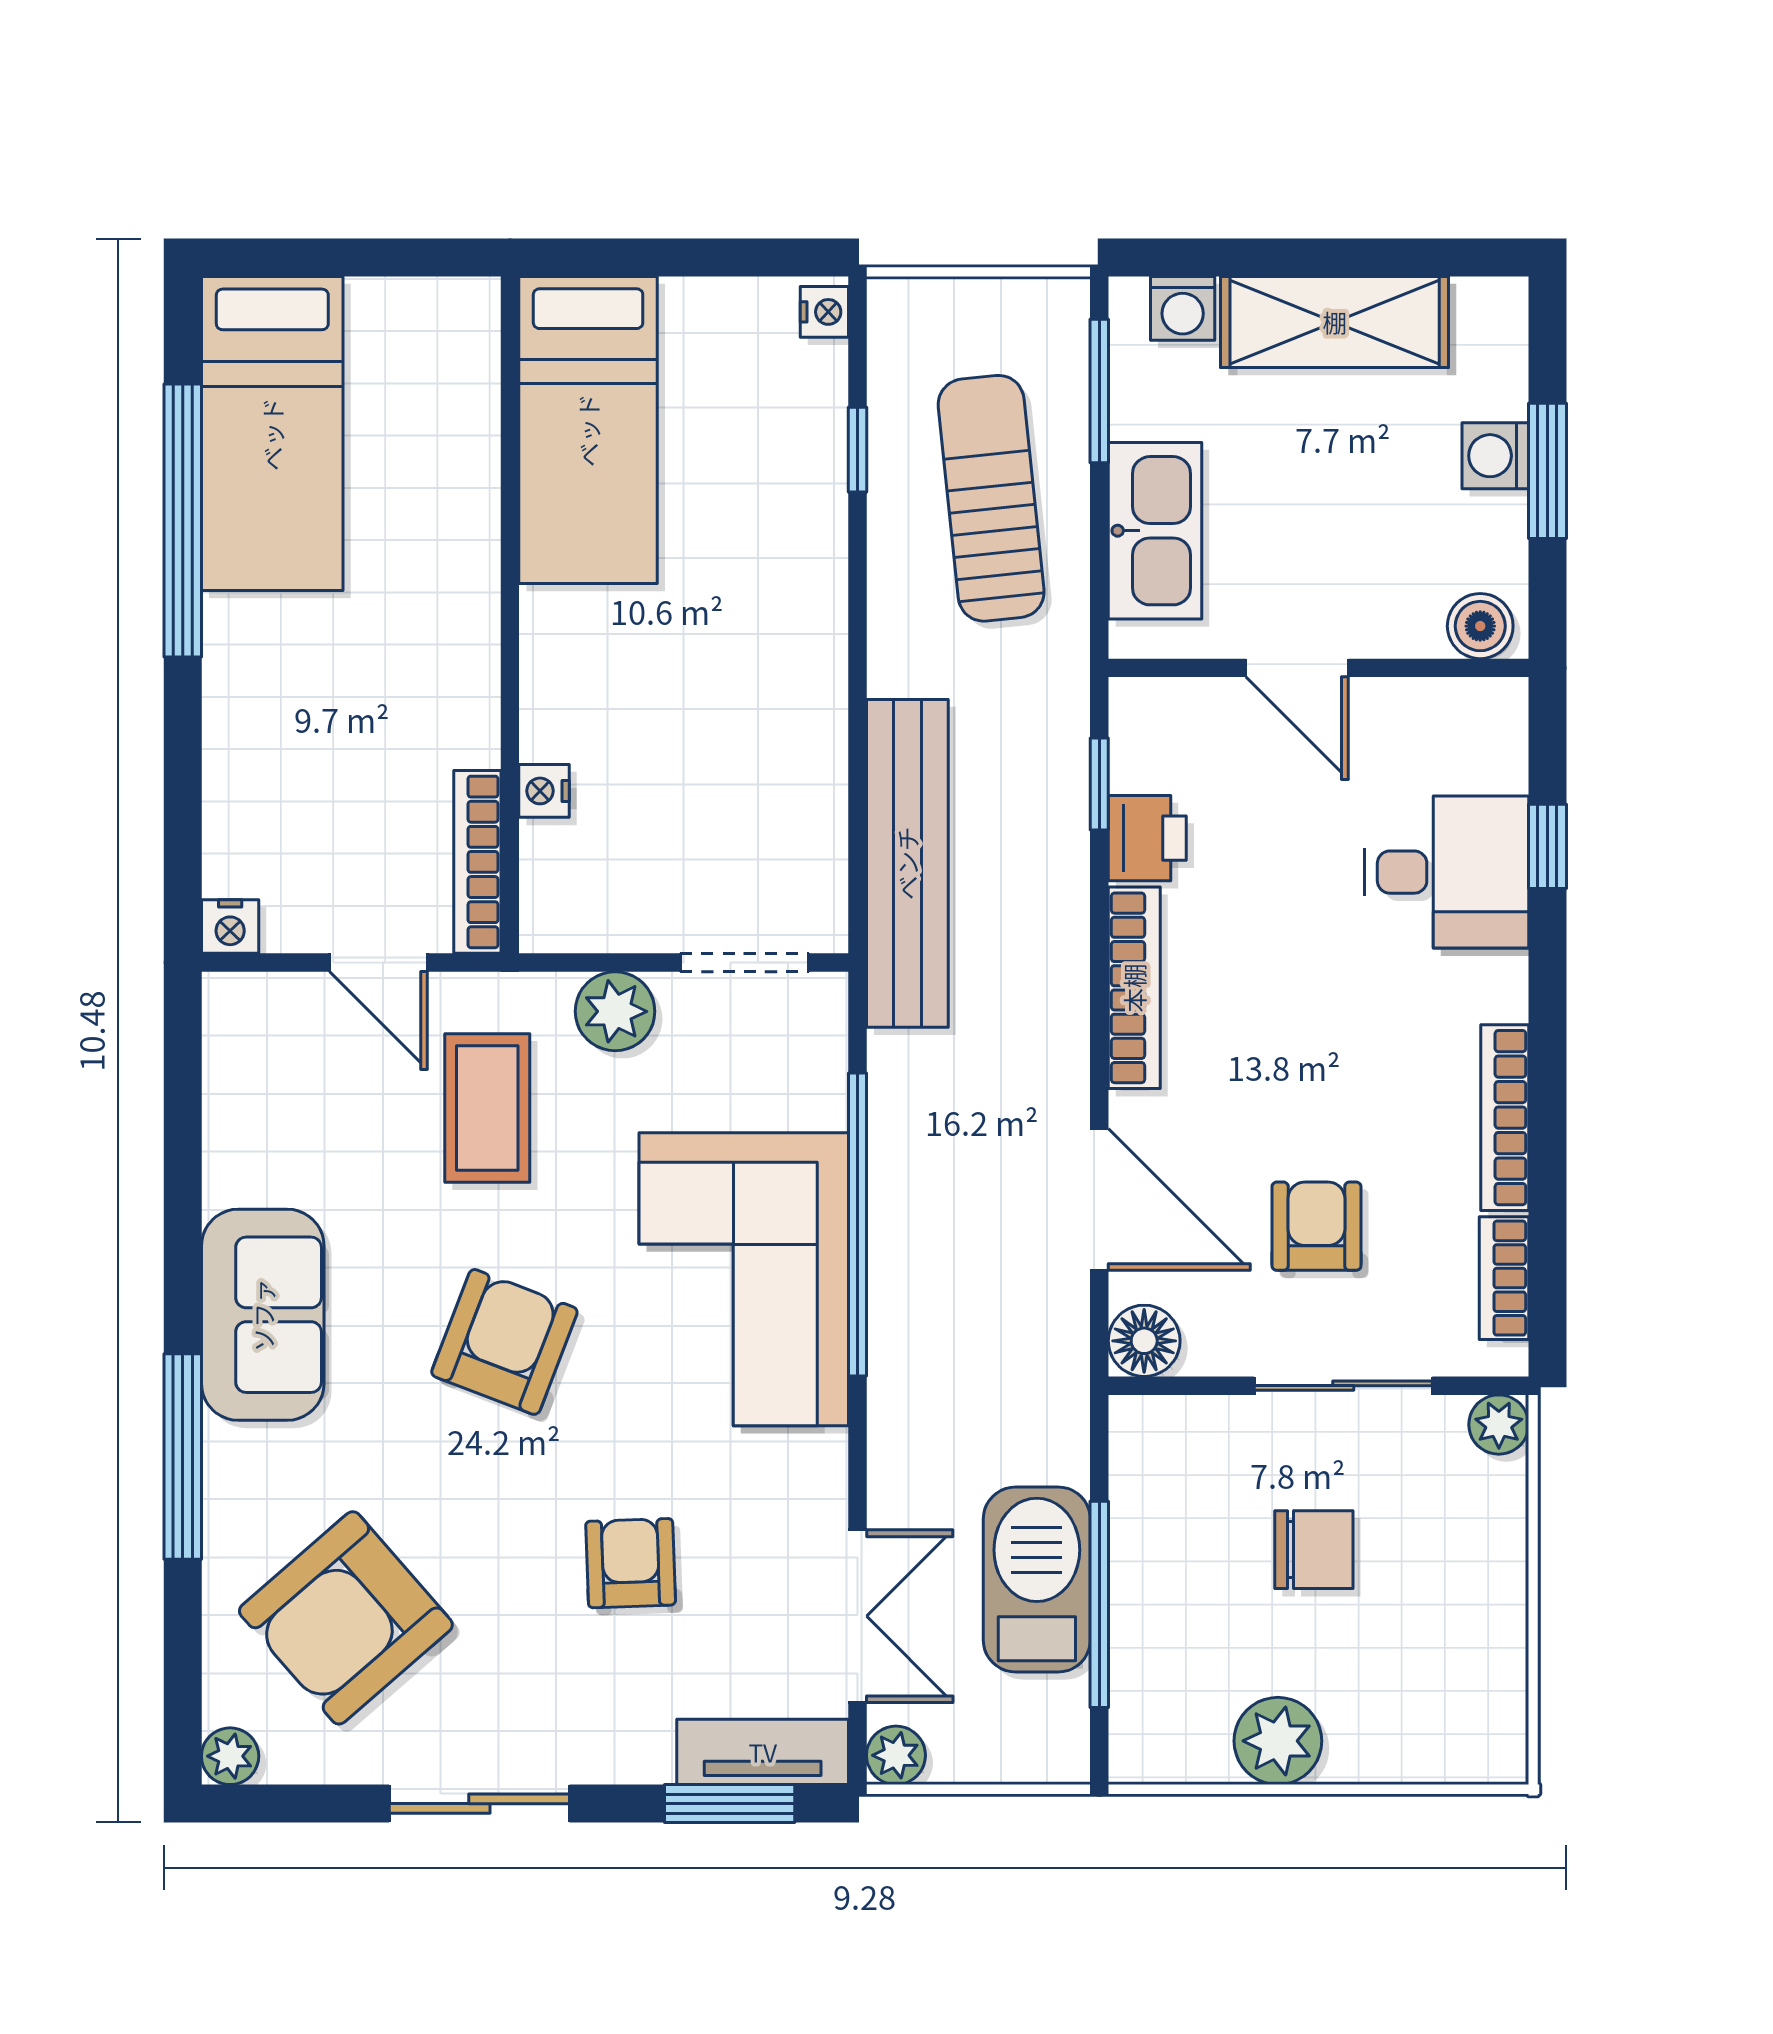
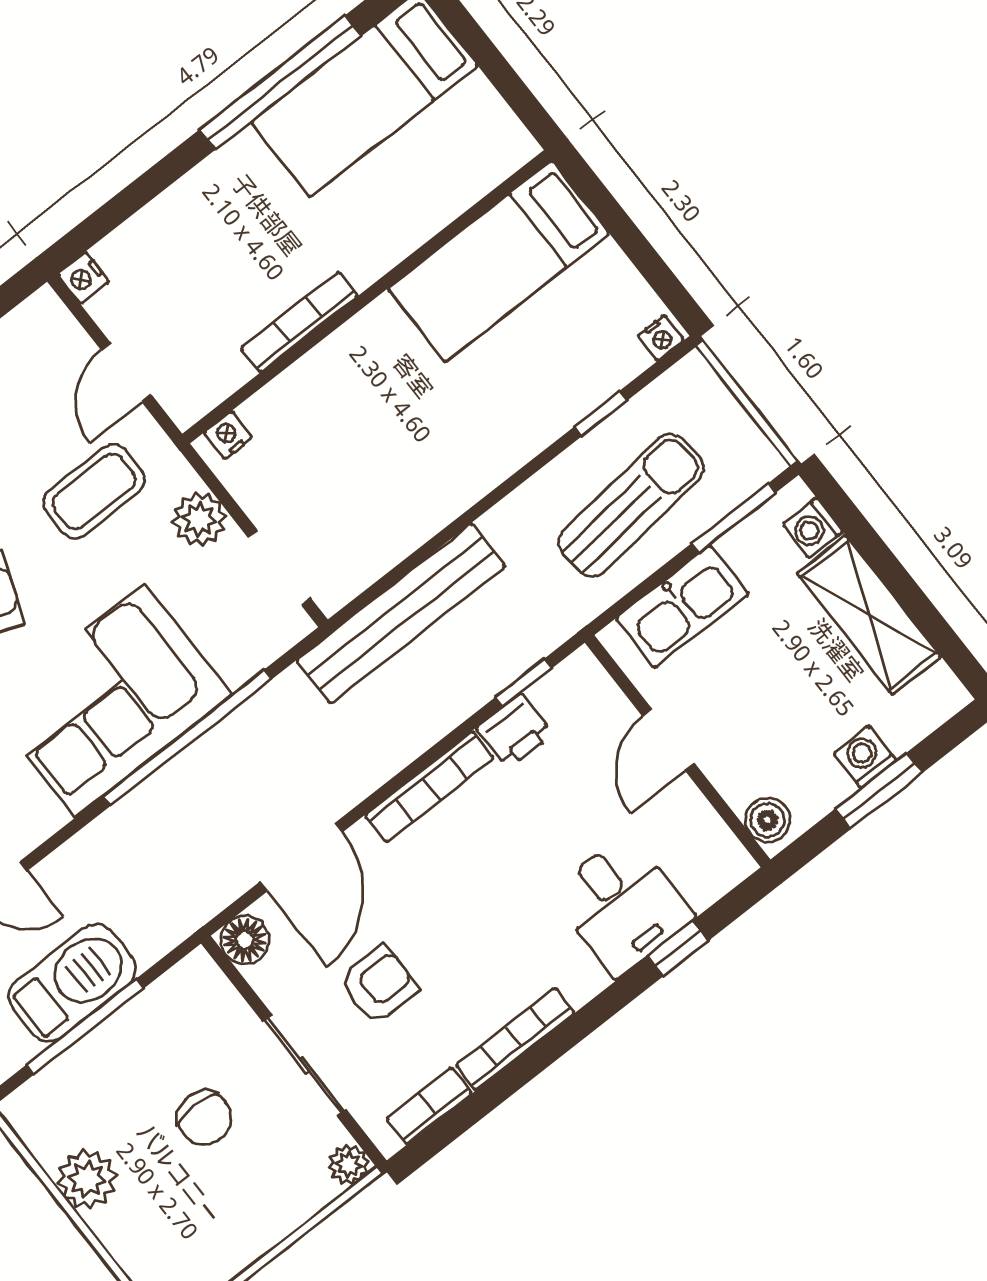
nightstand: (544, 791) -> (228, 435), moved
bookcase: (477, 862) -> (299, 322), moved

